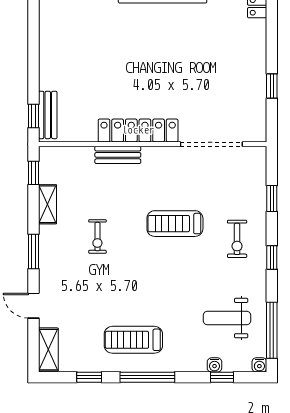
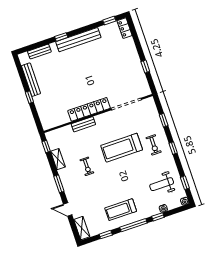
bench: (48, 115) -> (31, 80), moved, width x1.36
window: (34, 116) -> (29, 97), moved
treadmill: (175, 224) -> (122, 148), width x1.37, depth x1.38
window: (272, 330) -> (185, 183), width x0.46
window: (222, 377) -> (158, 217), moved

